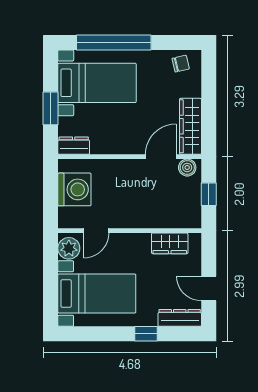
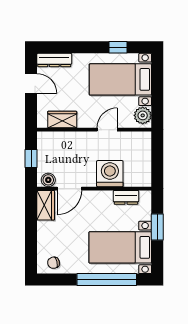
wardrobe: (191, 126) -> (46, 205), width x0.67
dresser: (74, 146) -> (126, 197), moved
washing machine: (74, 189) -> (110, 174), moved, turned 90
door: (96, 231) -> (107, 130), moved
window: (146, 334) -> (118, 47), moved

